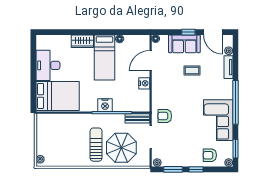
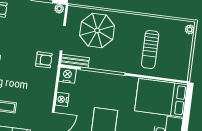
nightstand: (105, 105) -> (67, 75), moved
sun lounger: (96, 145) -> (150, 49), moved

